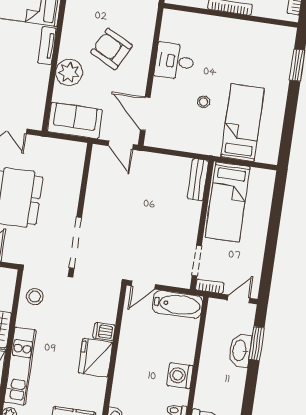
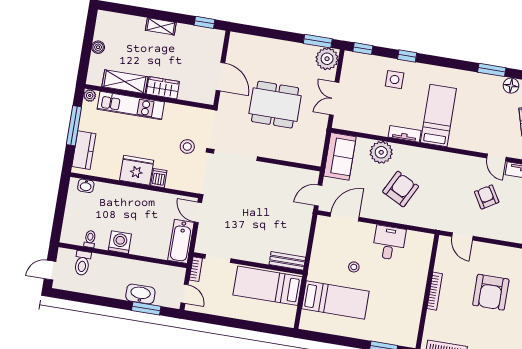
stool: (35, 296) -> (187, 147), moved

